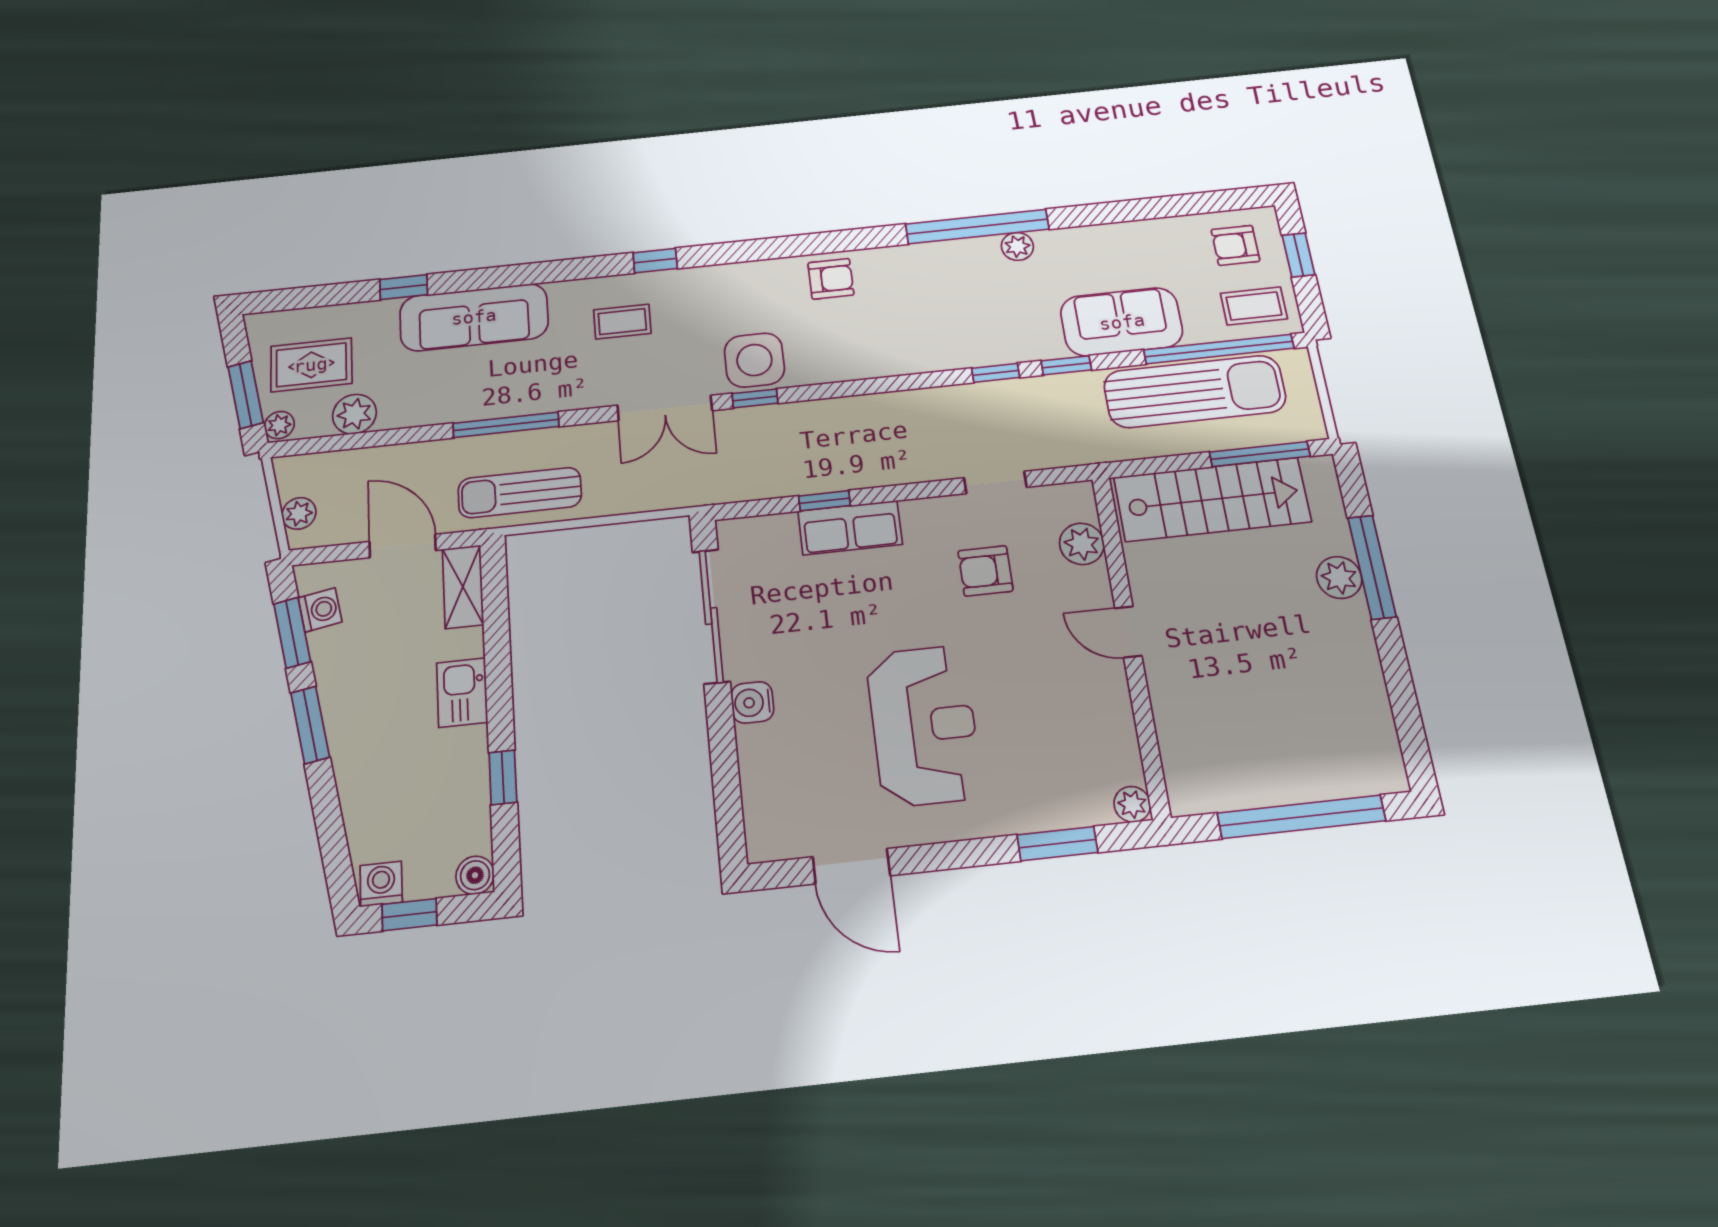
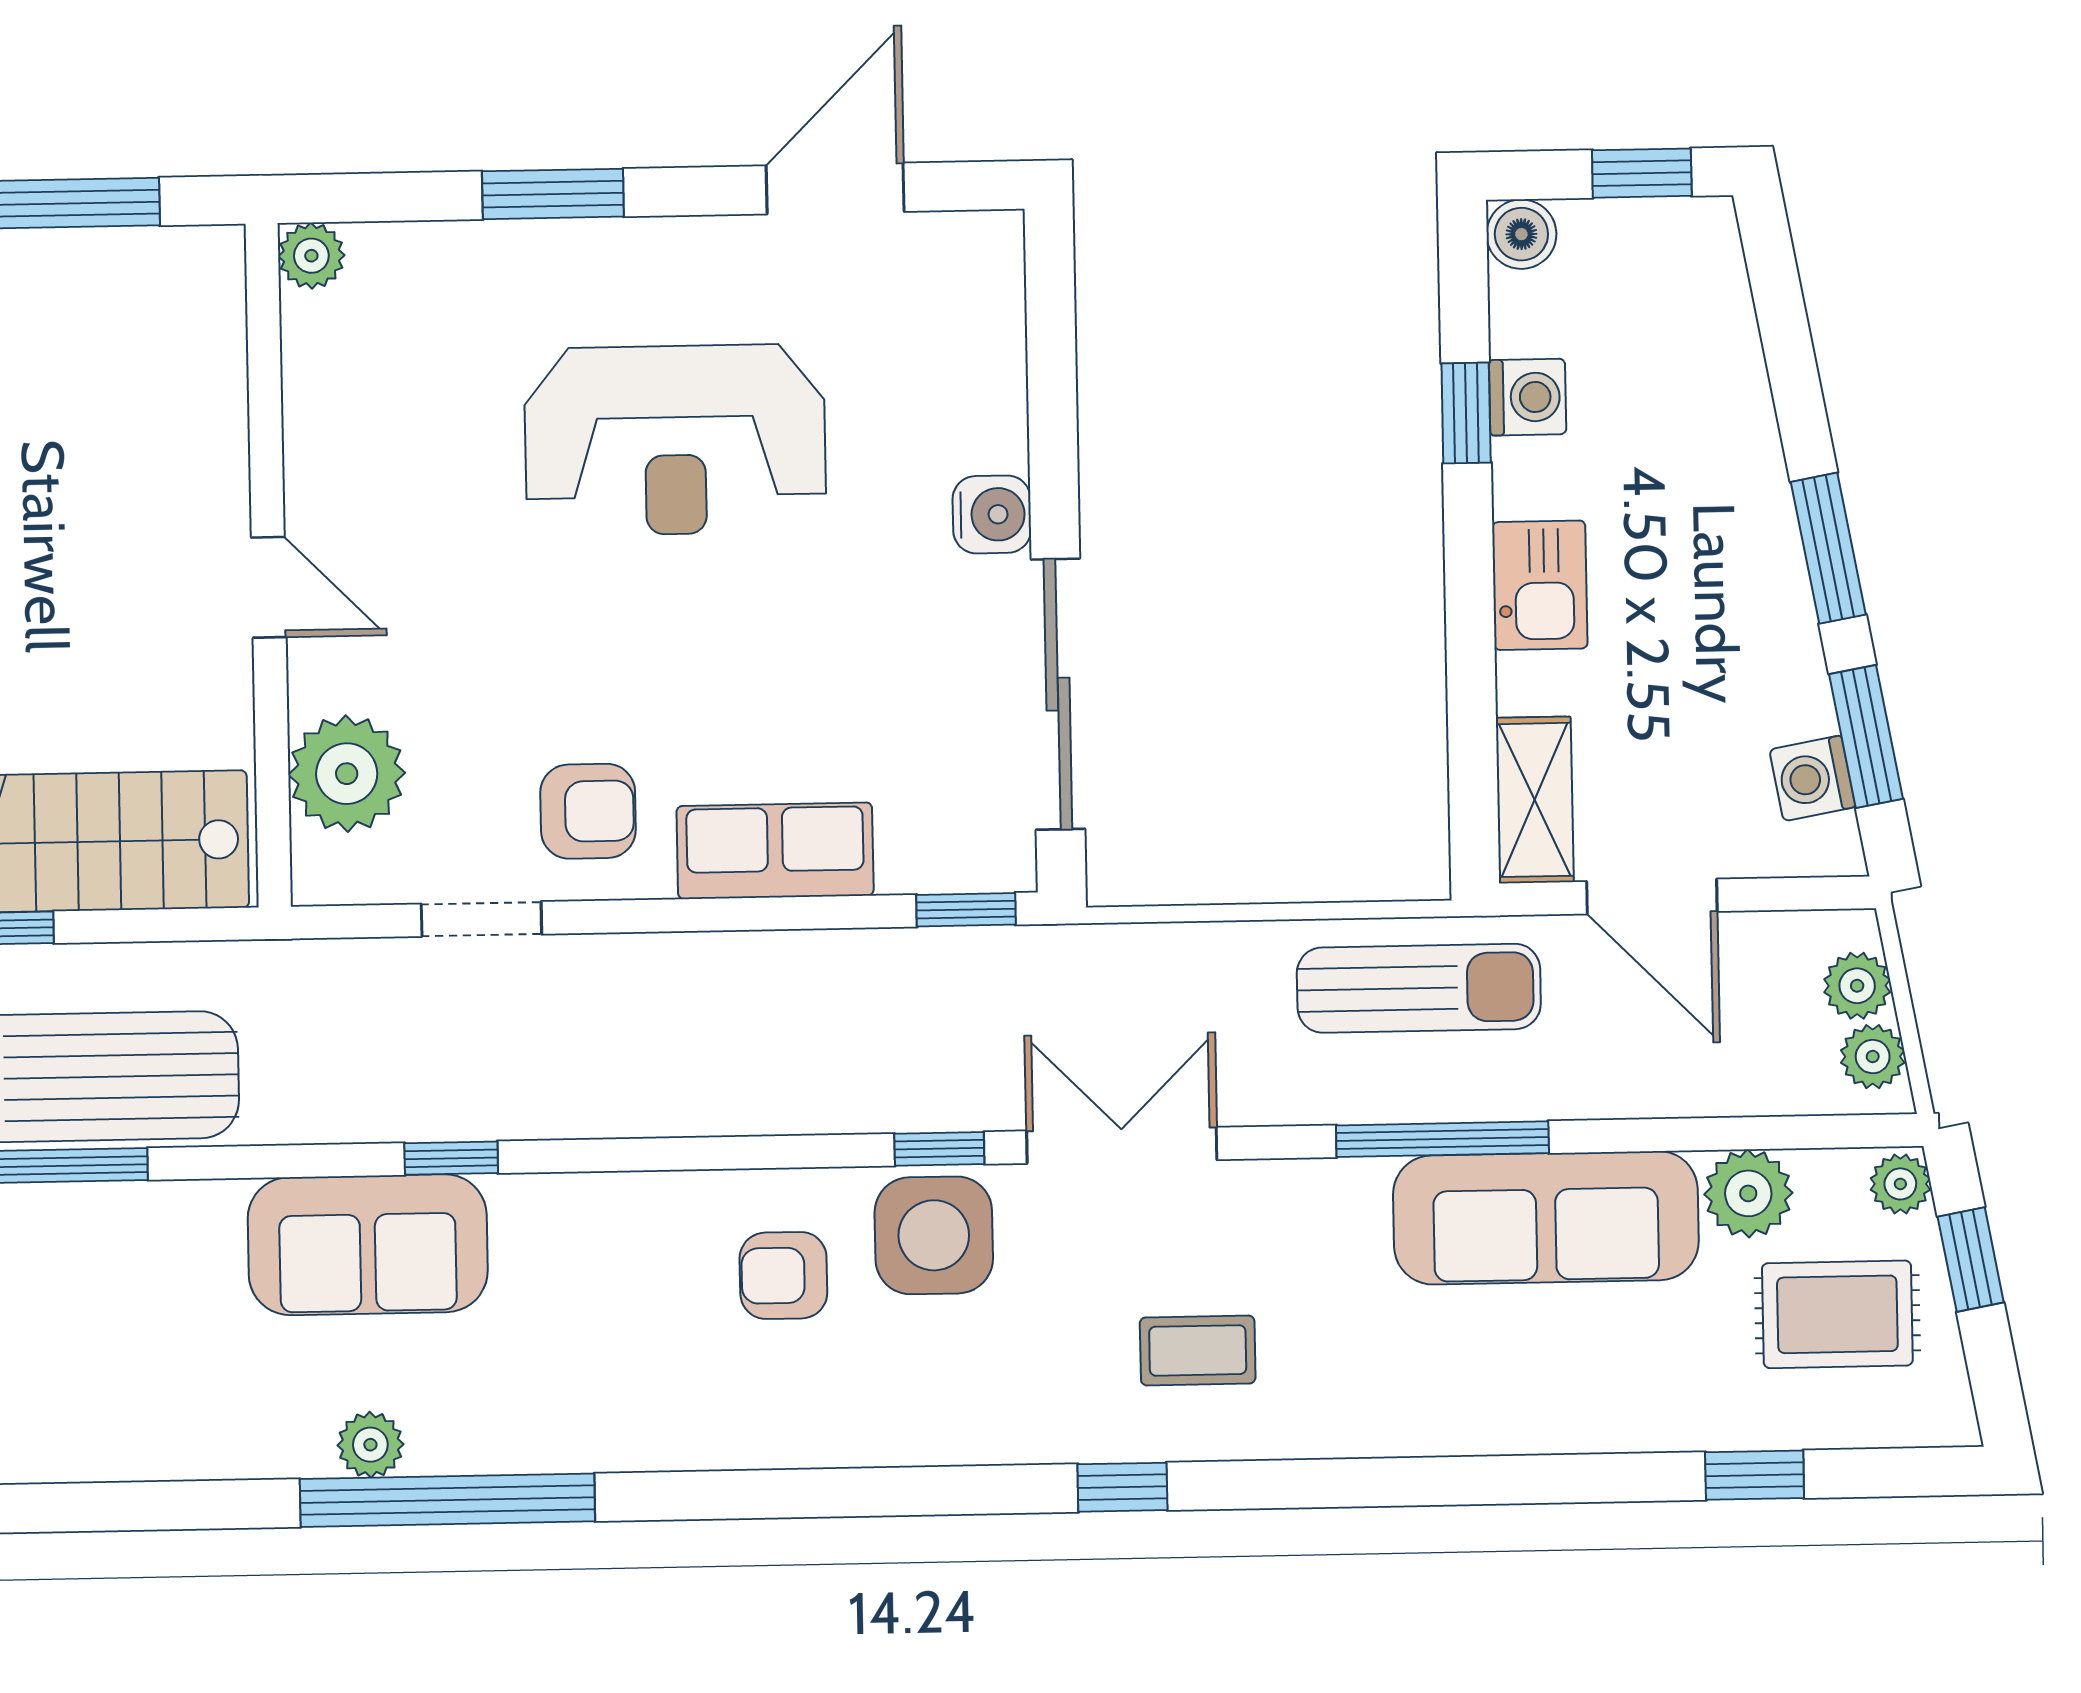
armchair: (831, 279) -> (783, 1276), moved
window: (404, 287) -> (1755, 1475), moved
sofa: (474, 317) -> (1546, 1218), moved, turned 180
sofa: (1122, 322) -> (368, 1245), moved
window: (1066, 365) -> (308, 1161), removed
window: (246, 395) -> (1971, 1259), width x0.67
plant: (292, 481) -> (1873, 1057), added
window: (825, 501) -> (966, 910), moved
plant: (1082, 544) -> (347, 774), width x1.36, depth x1.36
armchair: (985, 571) -> (588, 811), moved
reception desk: (924, 725) -> (675, 440), turned -90
window: (1057, 844) -> (553, 194), moved
door: (851, 866) -> (835, 189), hinge flipped
washing machine: (381, 884) -> (1528, 397), moved, turned -90

